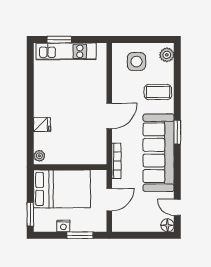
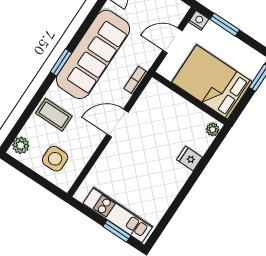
bookcase: (116, 161) -> (136, 80), width x0.64
nightstand: (63, 226) -> (199, 20), moved

